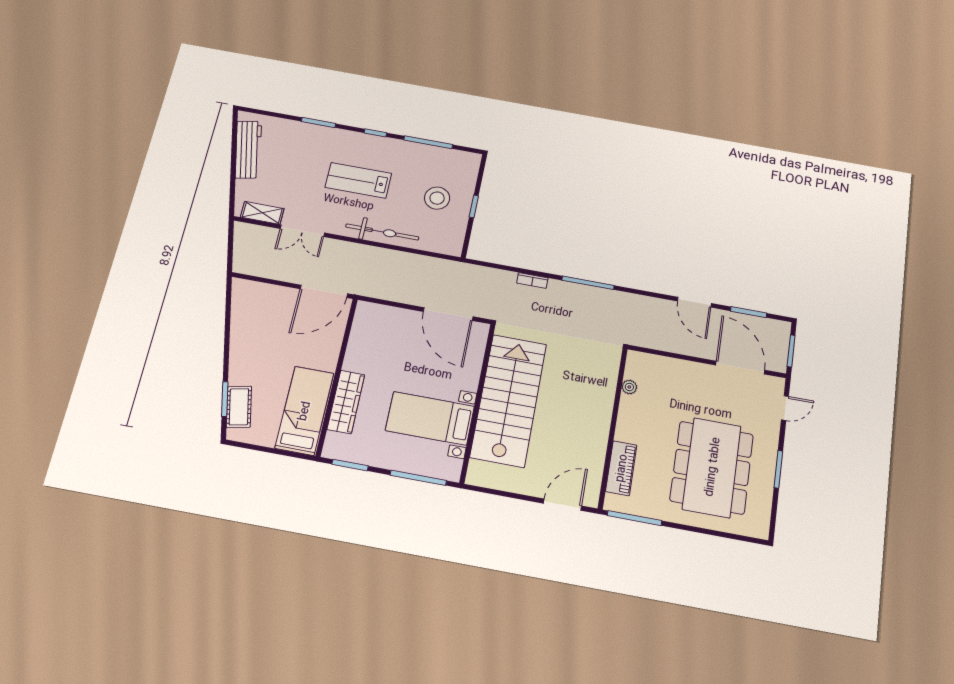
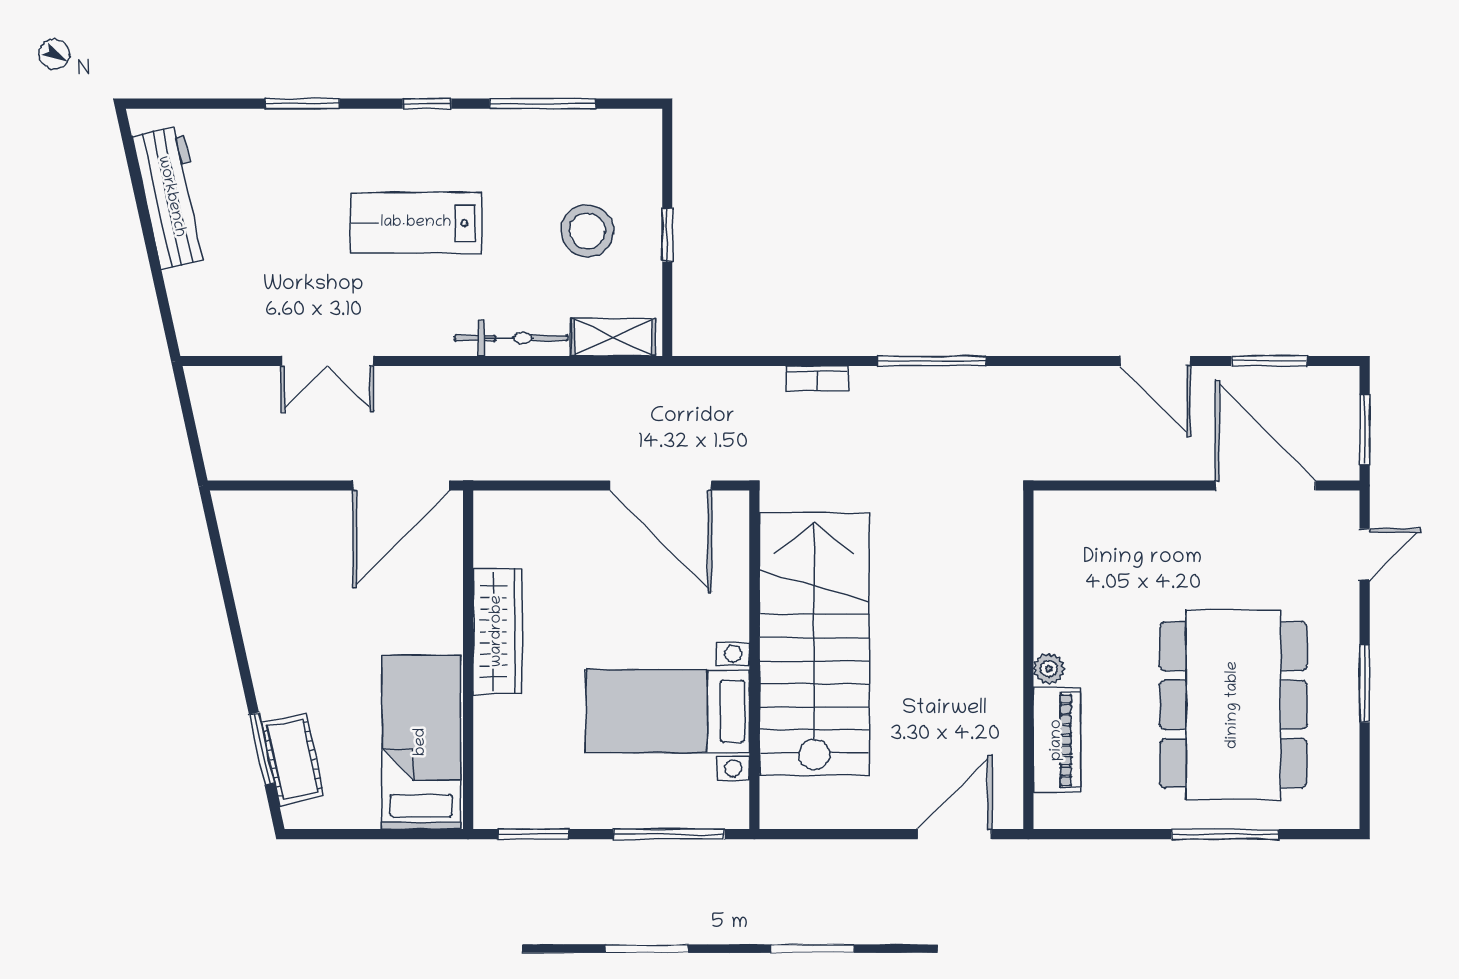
shelving: (262, 213) -> (613, 337), moved
bicycle: (382, 232) -> (511, 338), width x0.73, depth x0.71
plant: (629, 387) -> (1049, 669), moved
wardrobe: (346, 402) -> (497, 631), moved
window: (635, 518) -> (1225, 834), moved

